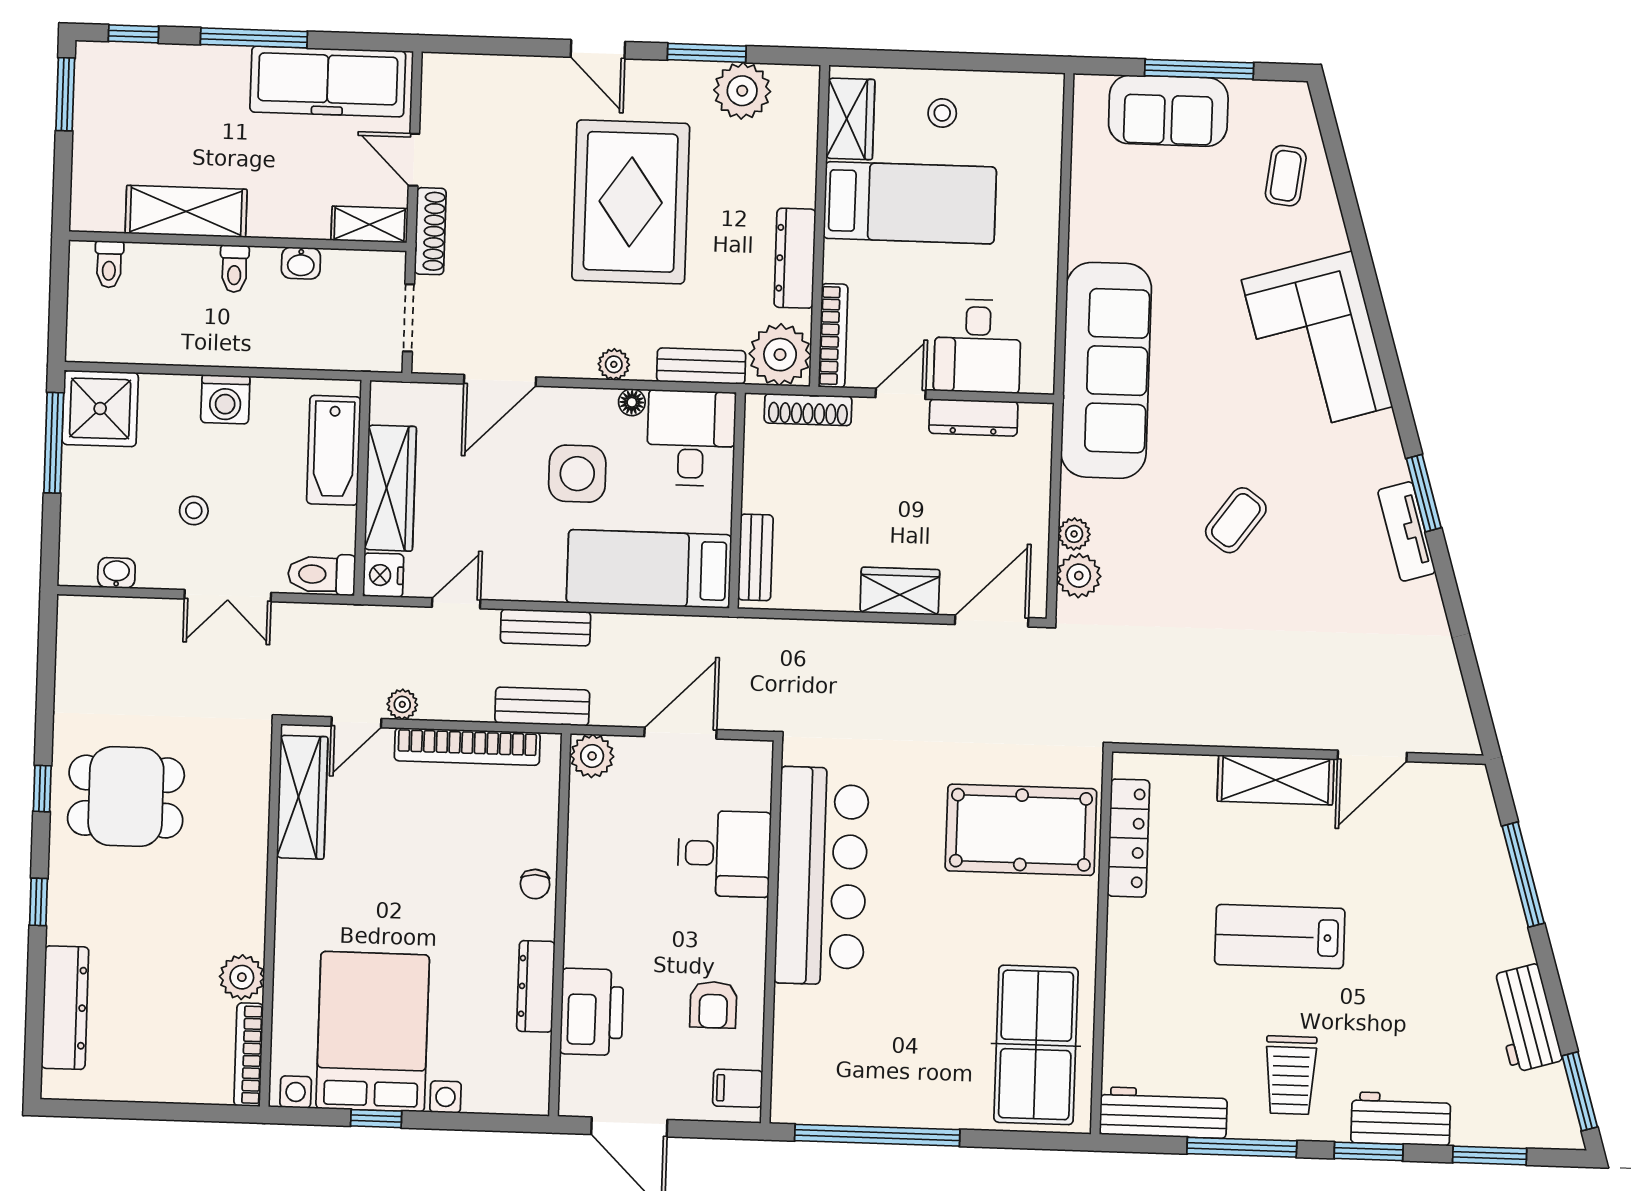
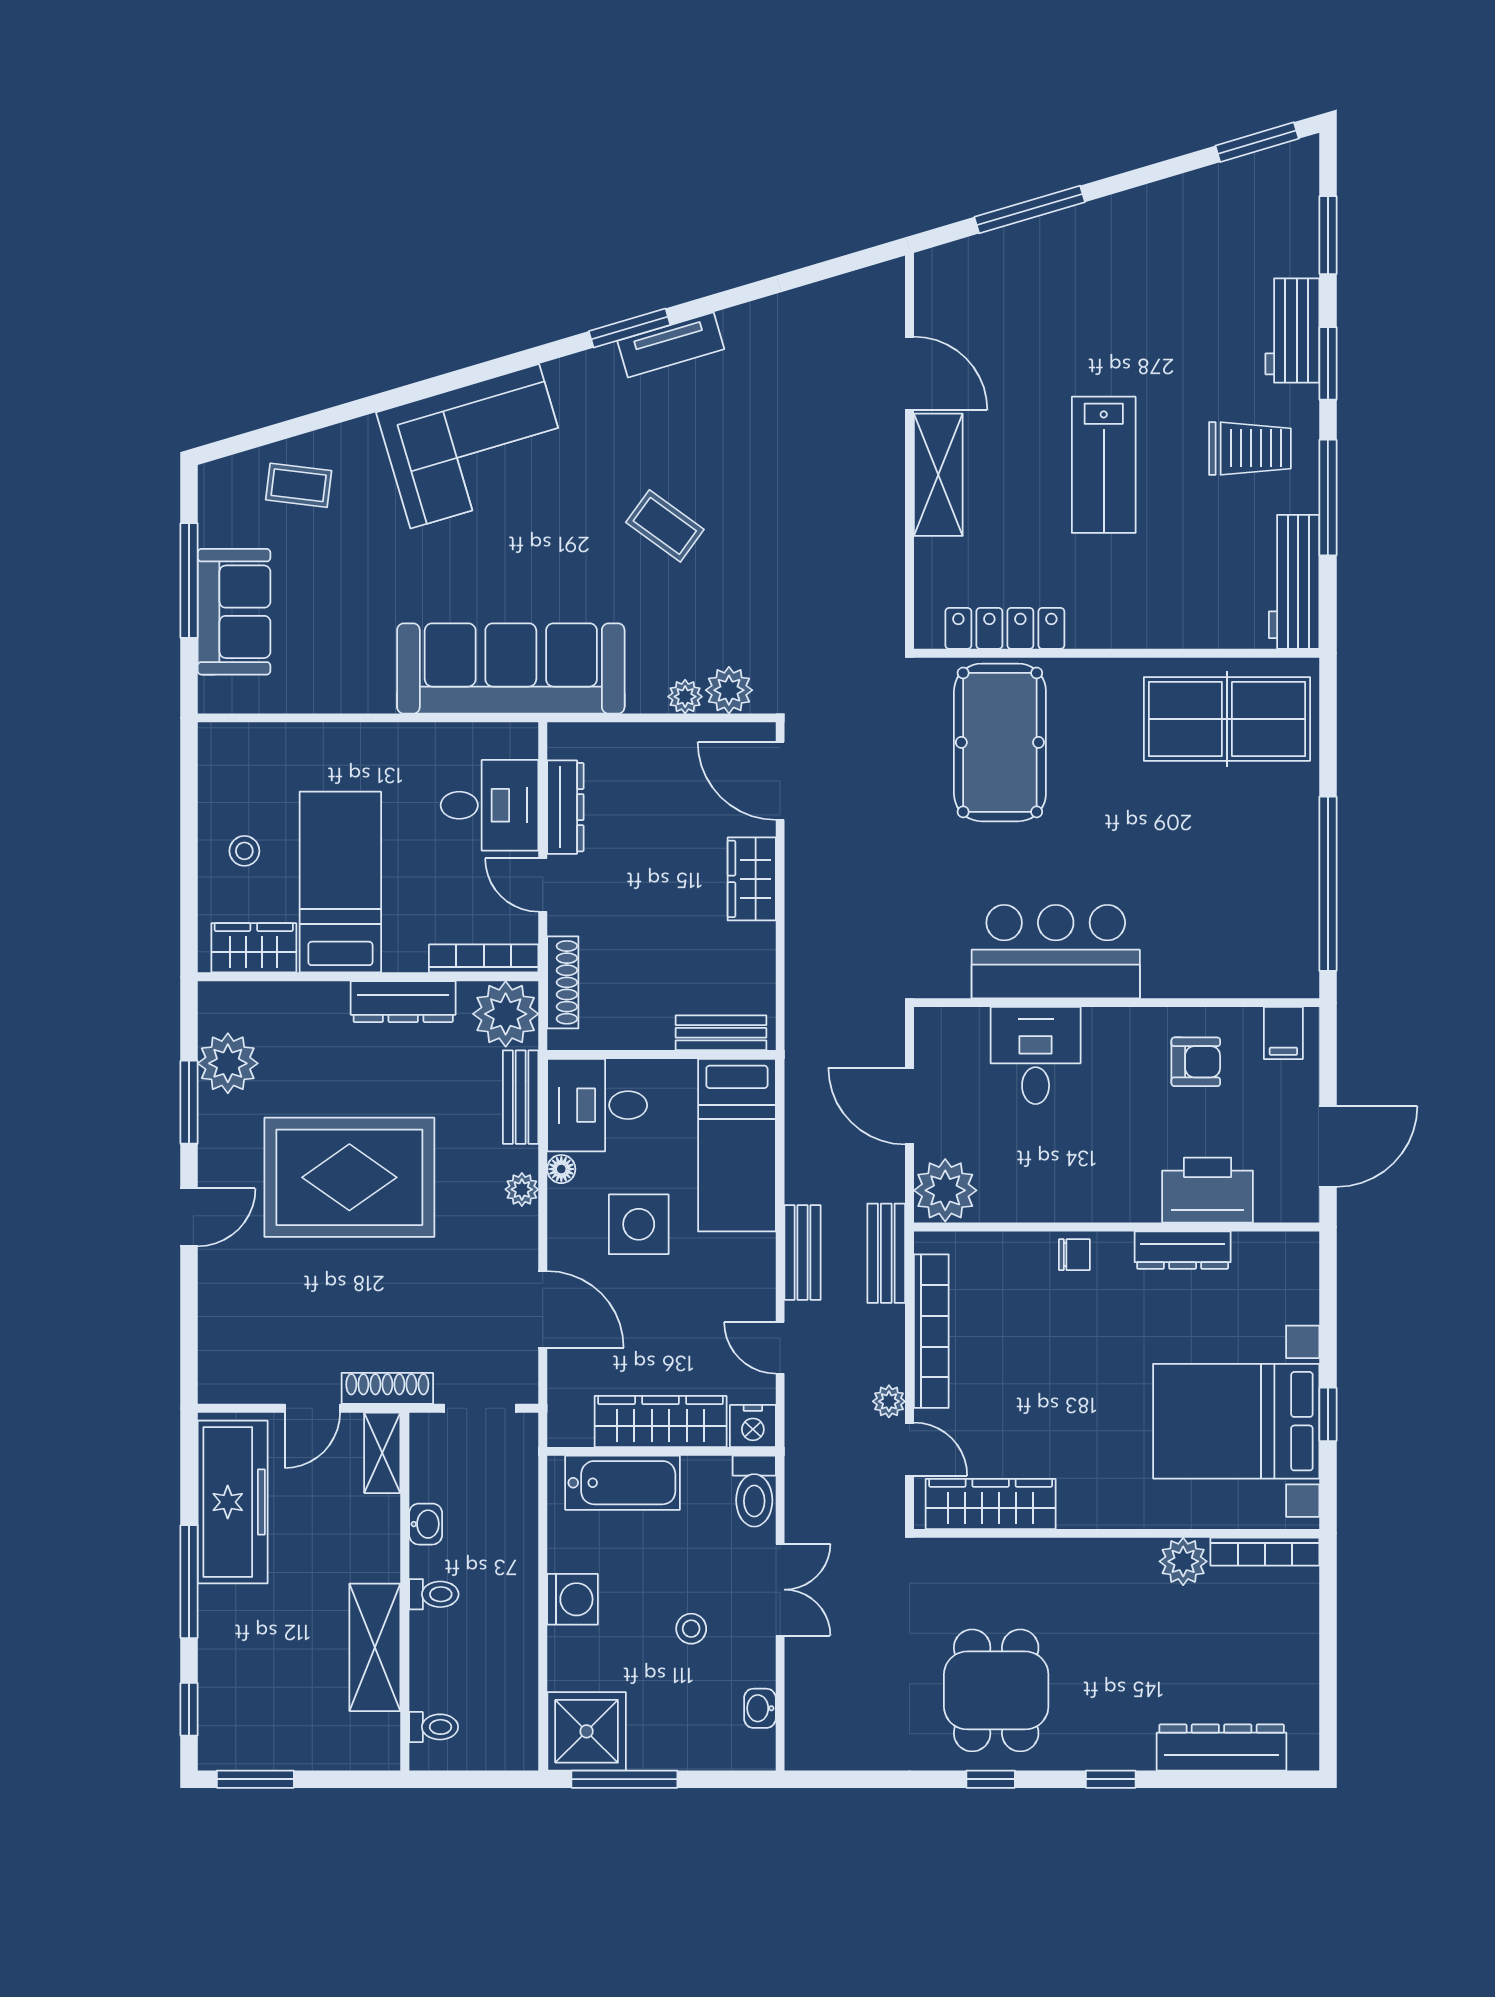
plant: (592, 756) -> (945, 1190), width x1.36, depth x1.36
bar counter: (822, 876) -> (1056, 952), width x0.73
workbench: (1525, 1018) -> (1181, 202), removed

